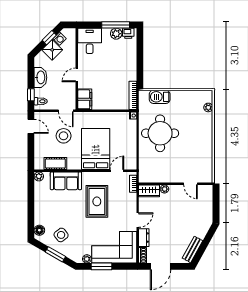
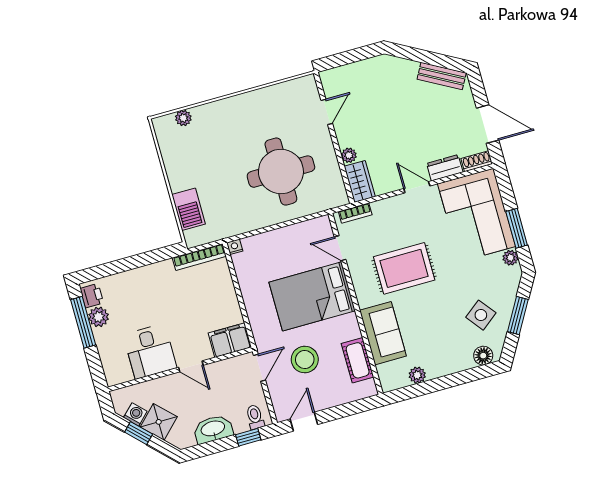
desk: (90, 41) -> (150, 351), moved, turned -90
round table: (160, 133) -> (281, 172), moved
plant: (39, 176) -> (417, 375), moved

